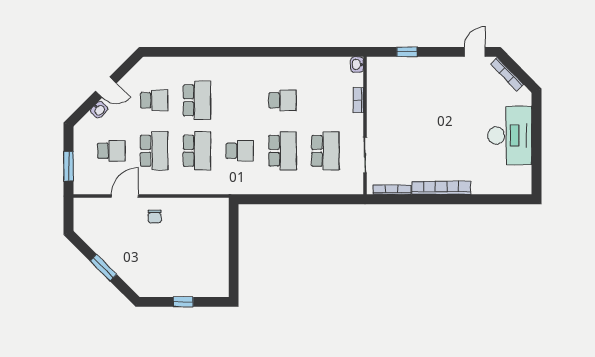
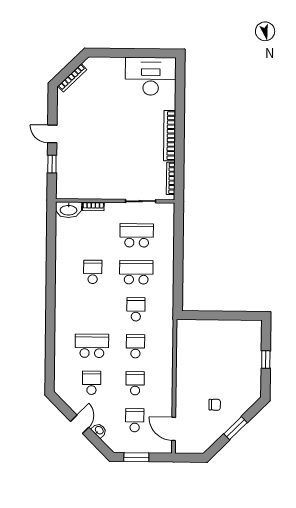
door: (475, 52) -> (52, 134), moved
washbasin: (357, 64) -> (69, 210), width x1.91, depth x1.45
desk: (510, 136) -> (151, 76), moved
school desk: (154, 151) -> (135, 383), width x0.54
school desk: (197, 151) -> (135, 346), width x0.54
window: (69, 166) -> (136, 457), moved
door: (125, 196) -> (174, 429), moved
chair: (155, 217) -> (215, 405), moved

